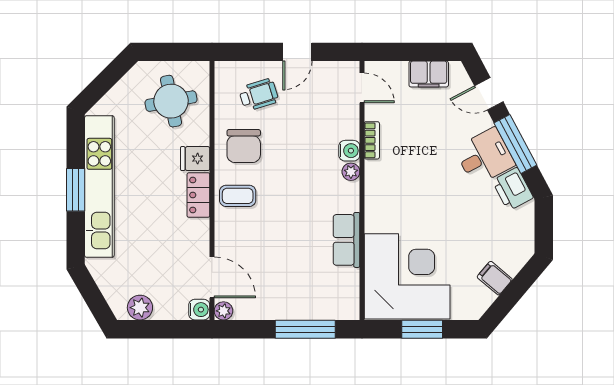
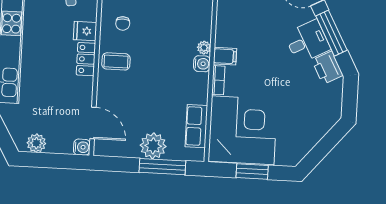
bookcase: (372, 140) -> (218, 80), moved
chair: (244, 146) -> (123, 23), width x0.54, depth x0.54
water cooler: (349, 151) -> (202, 64), moved
row of seats: (347, 240) -> (196, 126), moved
filing cabinet: (495, 278) -> (225, 56), moved, turned 140
plant: (223, 311) -> (153, 146), moved, width x1.87, depth x1.87

